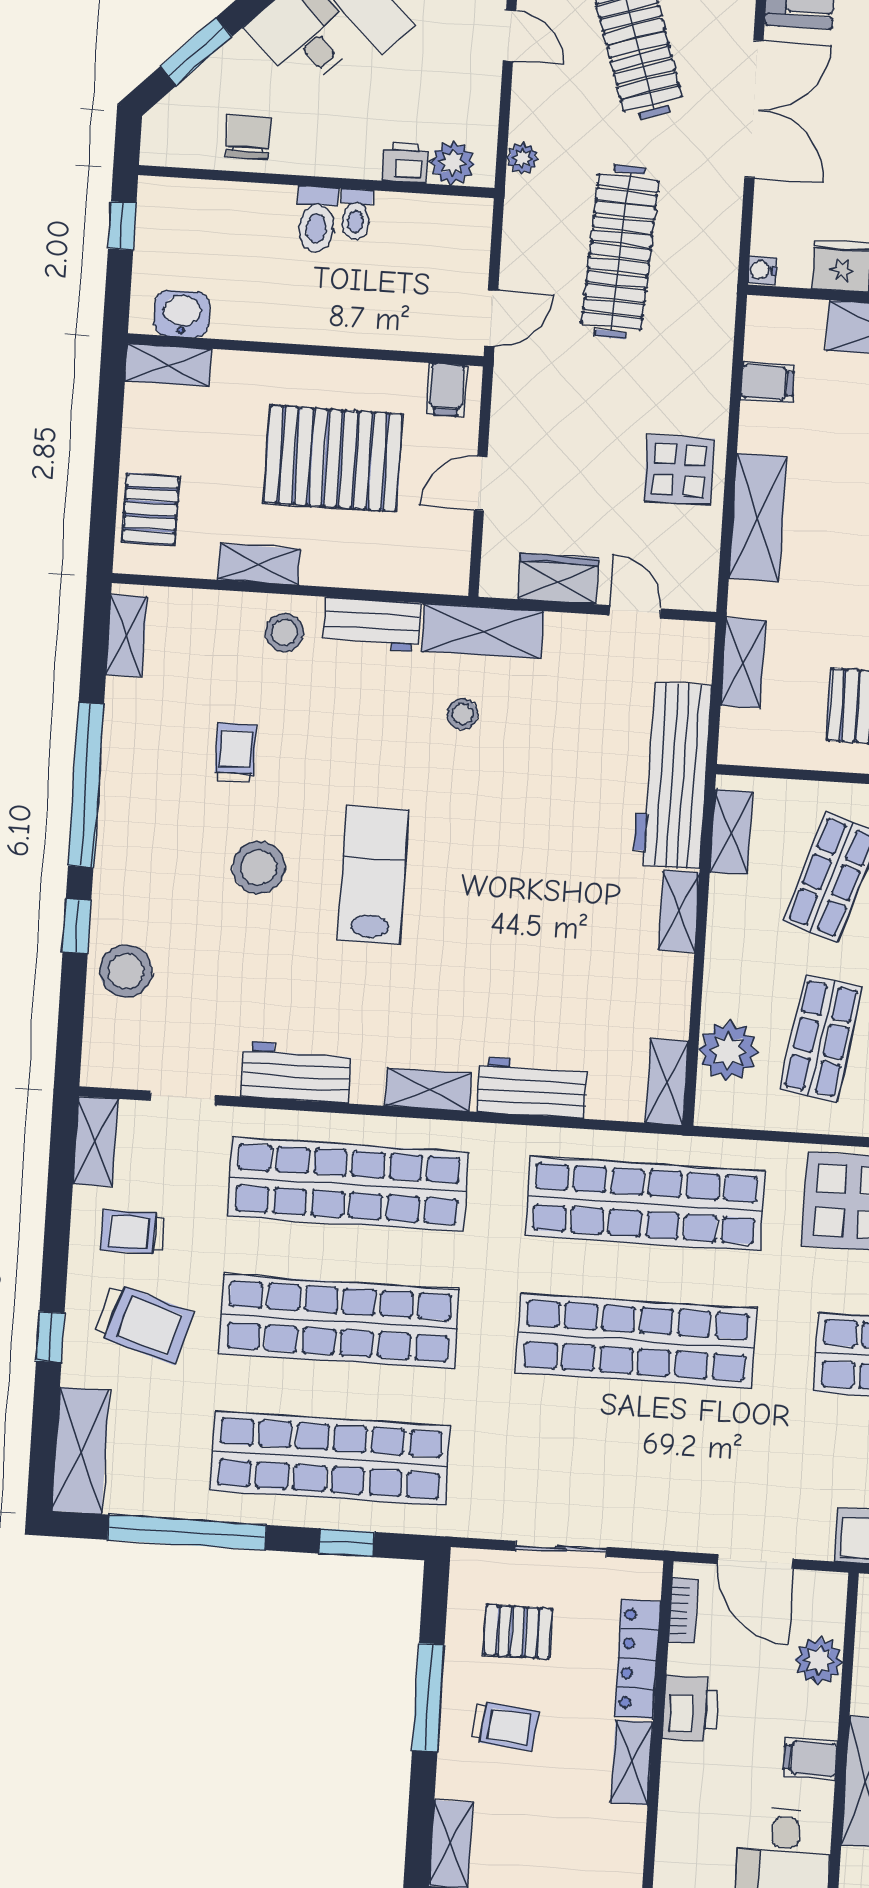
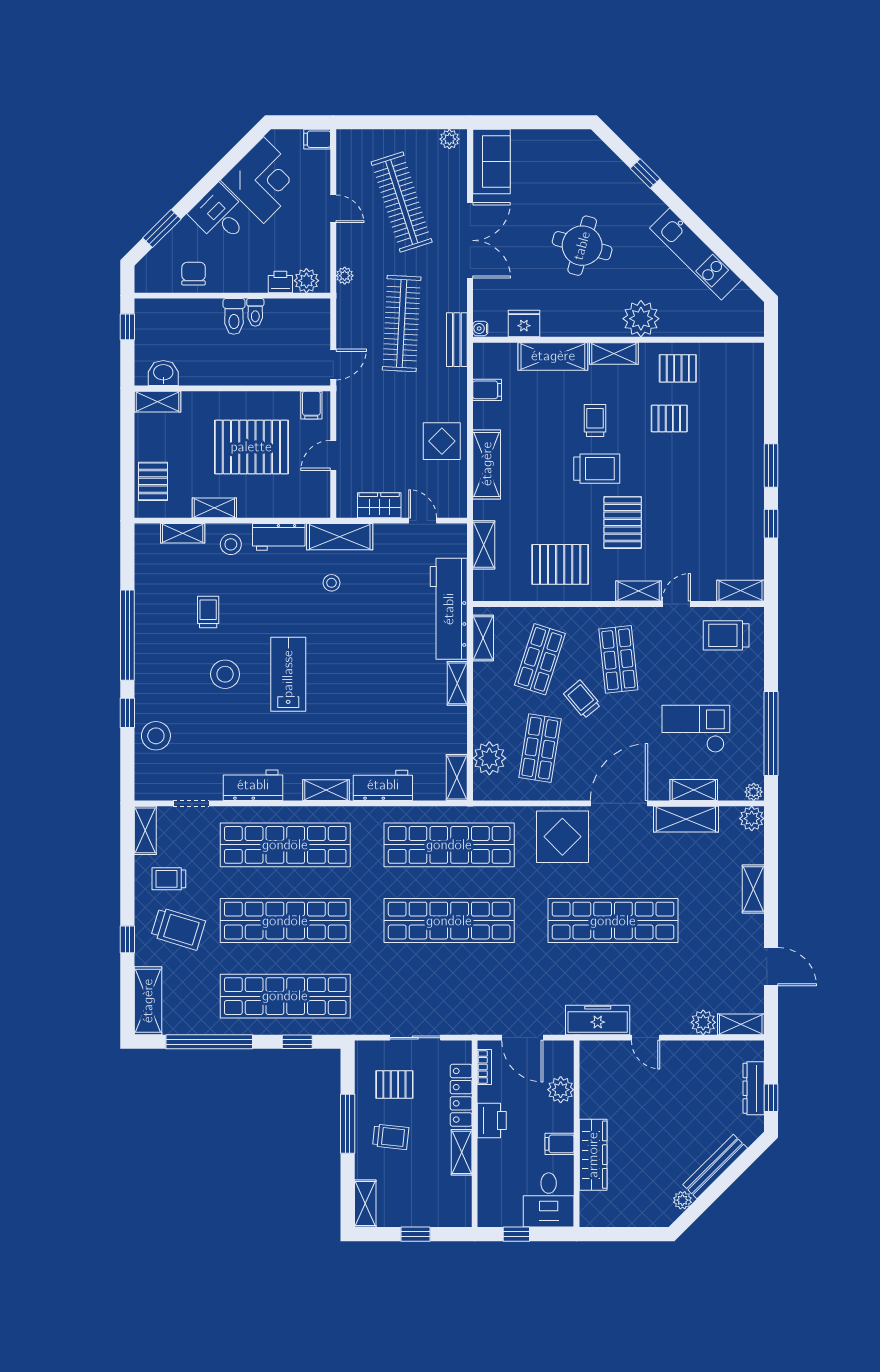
bench: (718, 288) -> (457, 340), added
shelving: (126, 636) -> (183, 533), moved, turned 90

